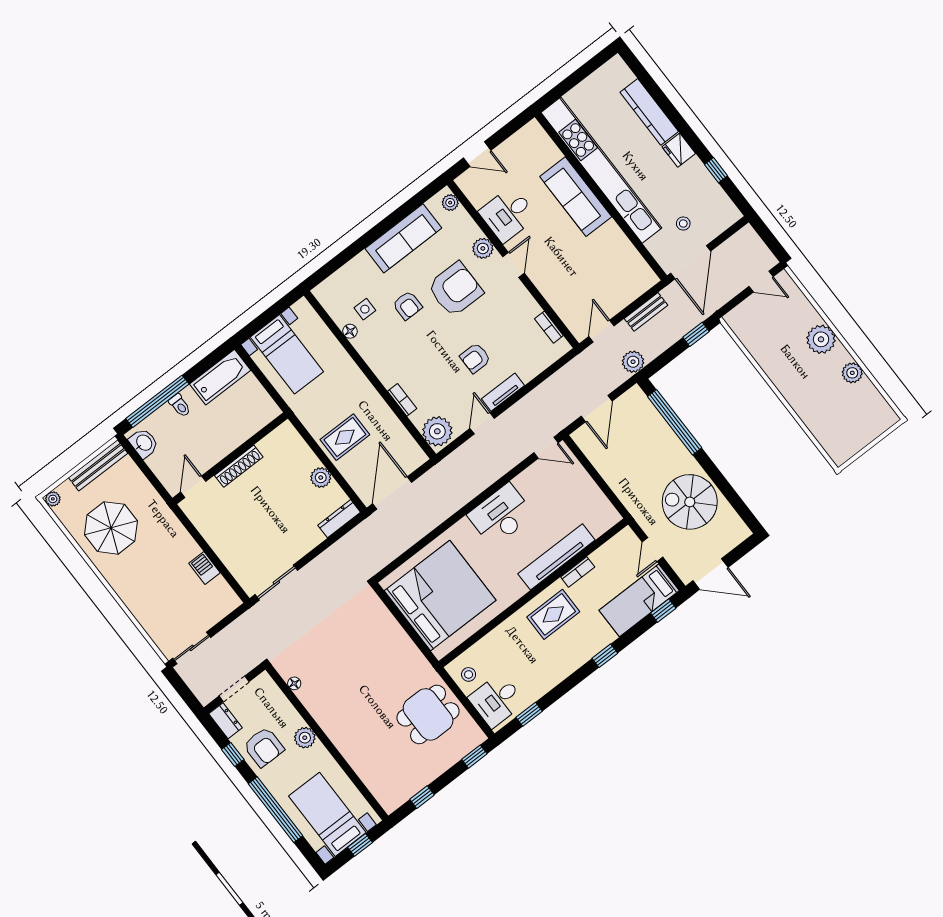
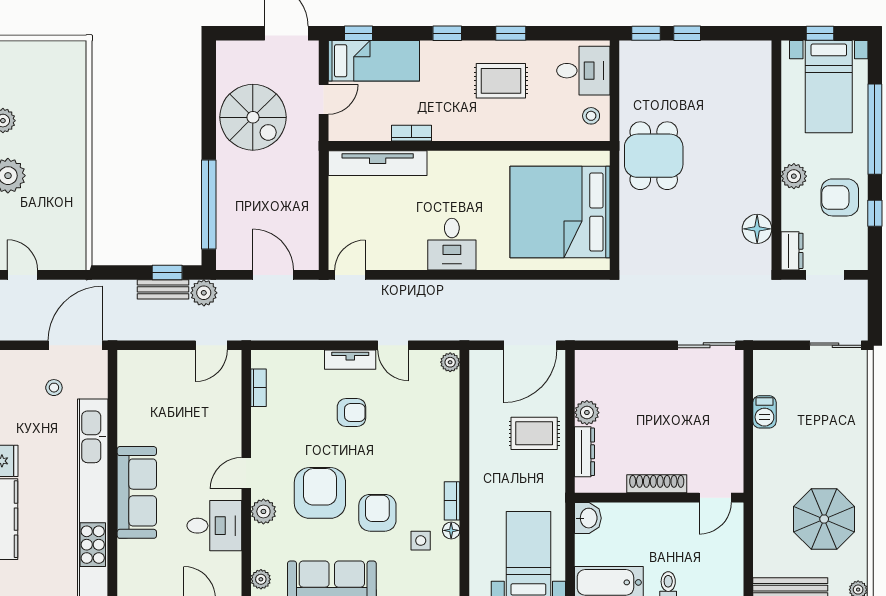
armchair: (455, 289) -> (320, 493), turned 90
armchair: (407, 305) -> (377, 513), width x1.38, depth x1.38
bench: (646, 312) -> (163, 289), moved
window: (696, 334) -> (167, 272), moved
bookcase: (402, 400) -> (452, 501), moved
door: (597, 409) -> (273, 275), hinge flipped
door: (482, 423) -> (393, 345), hinge flipped
plant: (437, 431) -> (450, 362), width x0.53, depth x0.53
washbasin: (144, 443) -> (588, 518), moved, turned 180
door: (546, 448) -> (350, 275), hinge flipped
desk: (501, 515) -> (452, 244), width x0.73
dresser: (339, 519) -> (584, 452), moved, turned -90
tv unit: (556, 557) -> (378, 163), moved
rug: (553, 614) -> (501, 81), moved
floor lamp: (294, 683) -> (757, 229), width x1.89, depth x1.89
dining table: (428, 714) -> (654, 156), moved, turned 90
window: (529, 714) -> (511, 33), moved
dresser: (225, 721) -> (792, 251), moved, turned 180
armchair: (264, 747) -> (840, 197), turned -90
window: (422, 797) -> (687, 33), moved

